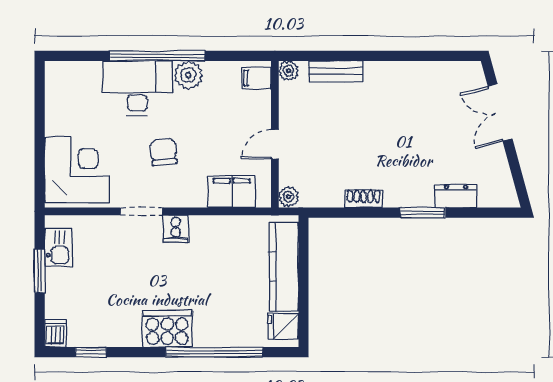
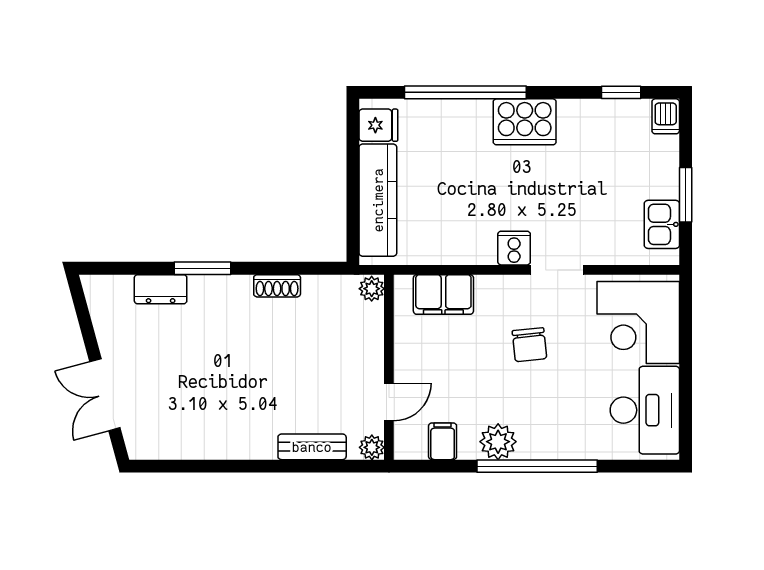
filing cabinet: (256, 78) -> (443, 441), moved, turned -90
desk: (137, 88) -> (645, 410), moved, turned -90
double door: (500, 112) -> (105, 395), swing flipped
door: (275, 144) -> (389, 402), moved

